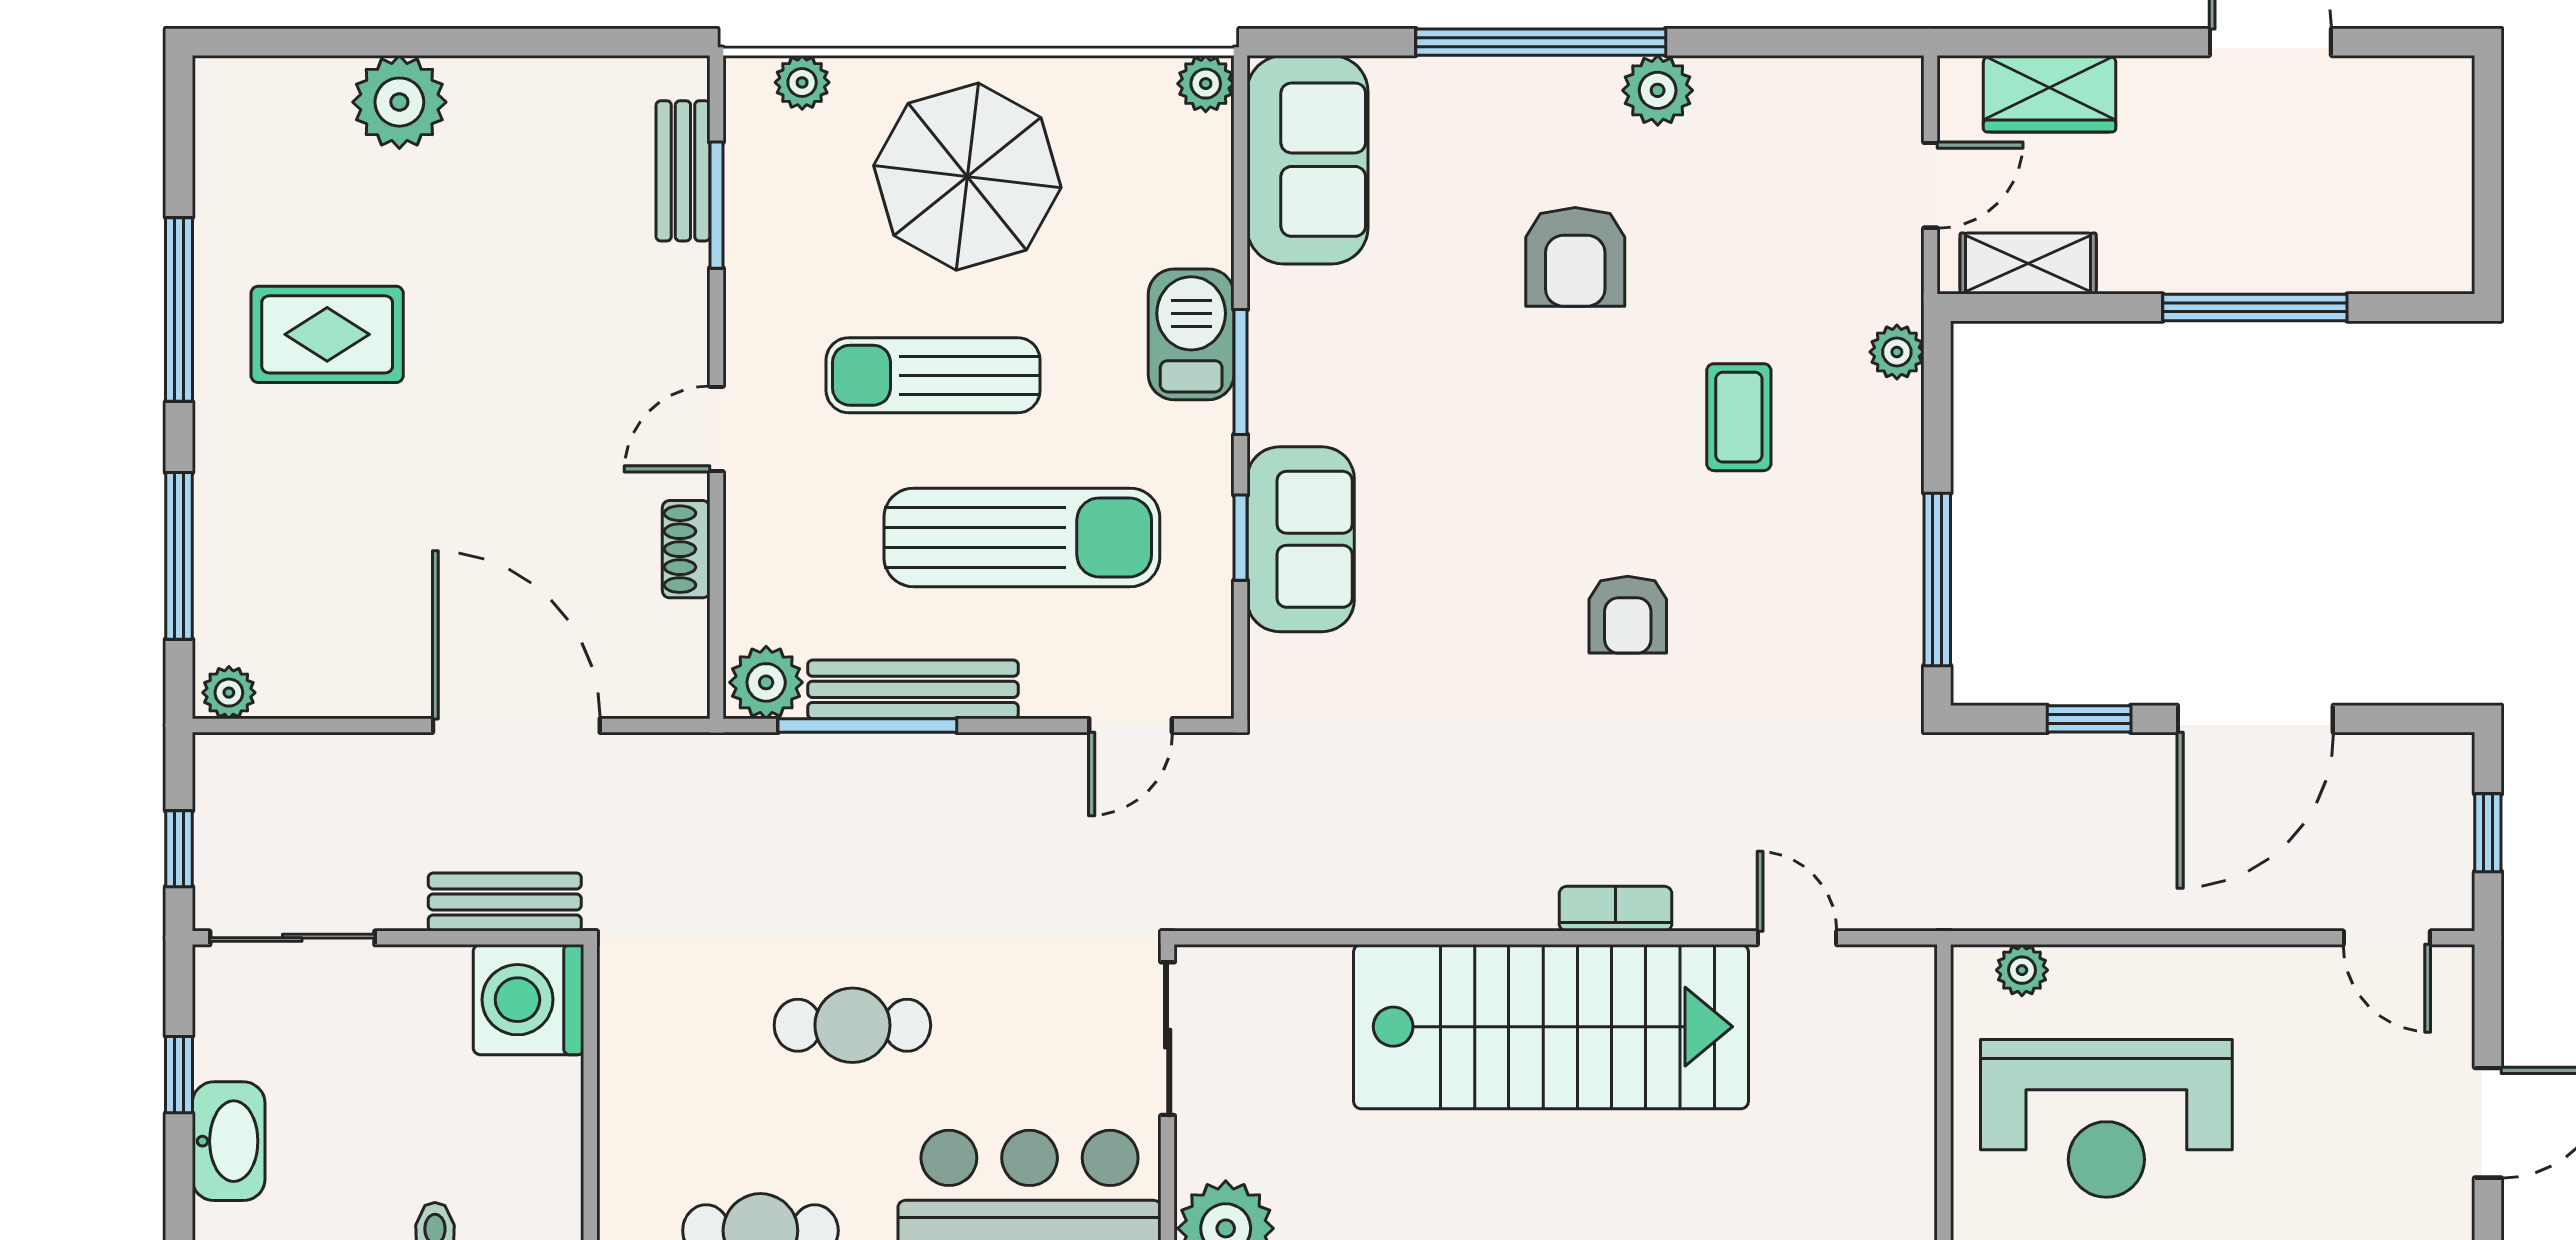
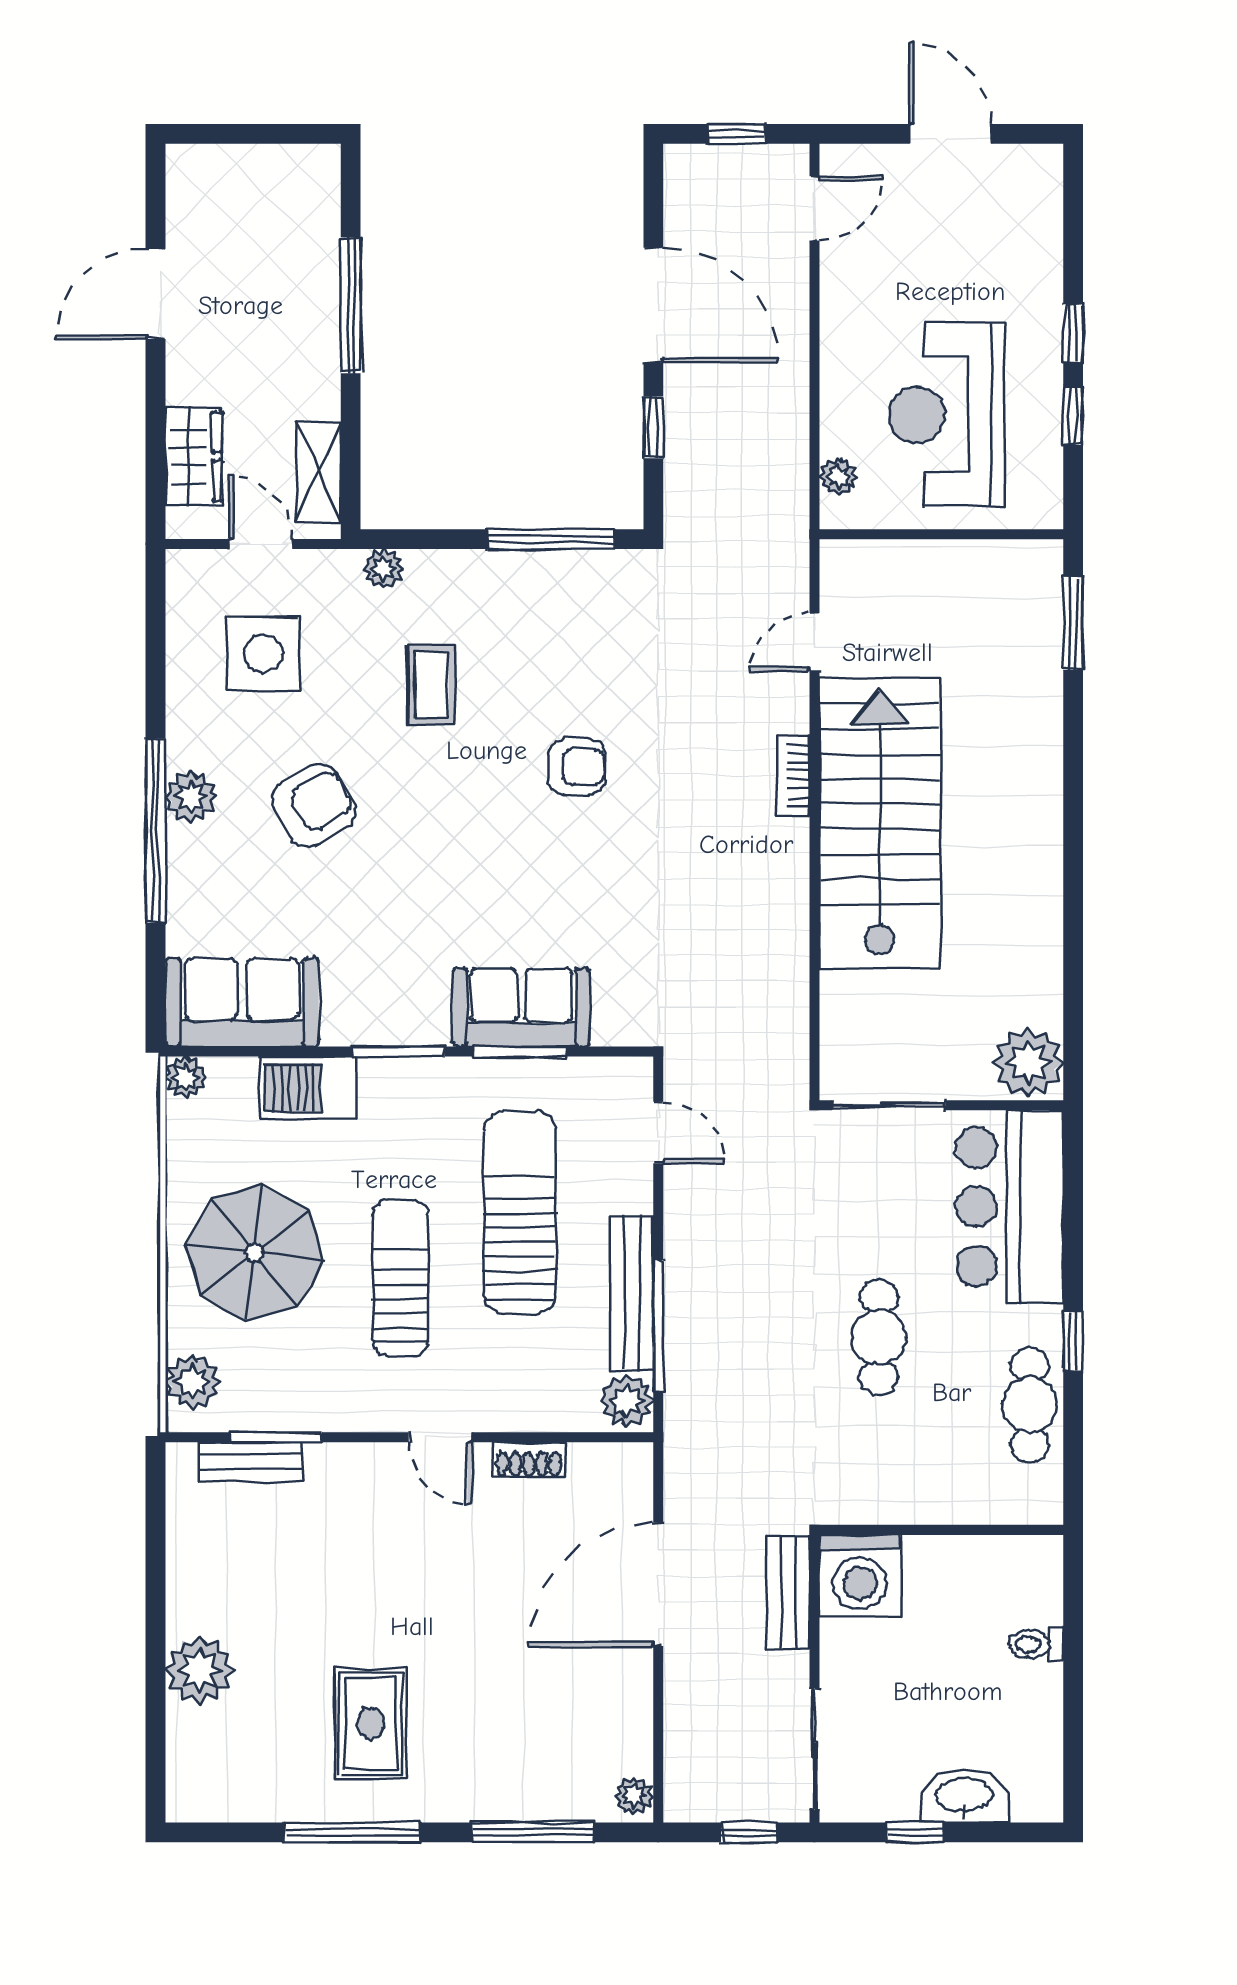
plant: (802, 82) -> (193, 1382), width x1.38, depth x1.38
plant: (1658, 90) -> (191, 797), moved
side table: (1781, 188) -> (263, 654), added
armchair: (1575, 257) -> (314, 805), turned -30
barbecue: (1191, 334) -> (308, 1088), moved
sun lounger: (933, 375) -> (401, 1278), turned 180
coffee table: (1739, 417) -> (431, 685), turned 90
window: (1241, 538) -> (520, 1052), width x1.50
reception desk: (2106, 1118) -> (947, 415), turned 180

